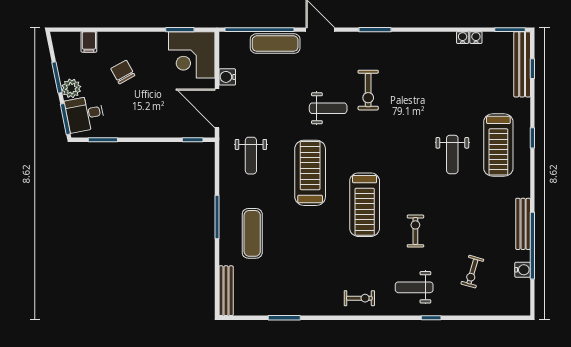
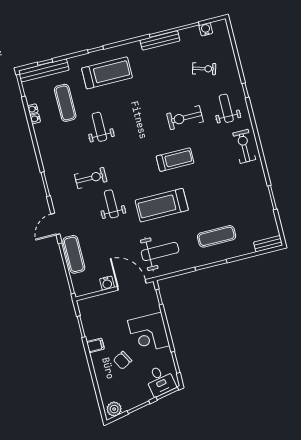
filing cabinet: (89, 42) -> (95, 345), moved
corner desk: (192, 55) -> (149, 333), moved, turned 90
exercise mat: (473, 81) -> (65, 103), added
plant: (71, 88) -> (114, 409), moved
door: (217, 108) -> (132, 285), swing flipped
weight bench: (452, 154) -> (99, 127), moved, turned -90
weight bench: (251, 156) -> (160, 252), width x1.36, depth x1.33
treadmill: (365, 205) -> (175, 160), width x0.73, depth x0.73
exercise bike: (415, 231) -> (185, 118), width x1.38, depth x1.39
water cooler: (523, 270) -> (206, 29), moved
weight bench: (414, 287) -> (226, 108), turned 180
bench: (226, 291) -> (268, 244), width x0.73
exercise bike: (359, 298) -> (244, 146), width x1.38, depth x1.39

